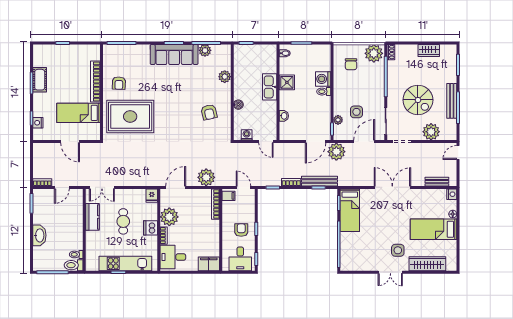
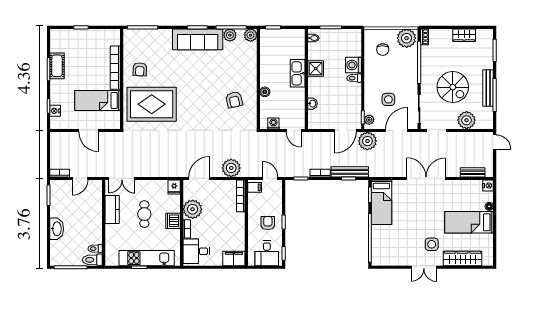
plant: (225, 77) -> (251, 35), moved
plant: (338, 120) -> (369, 120), moved
door: (458, 153) -> (495, 142), swing flipped

